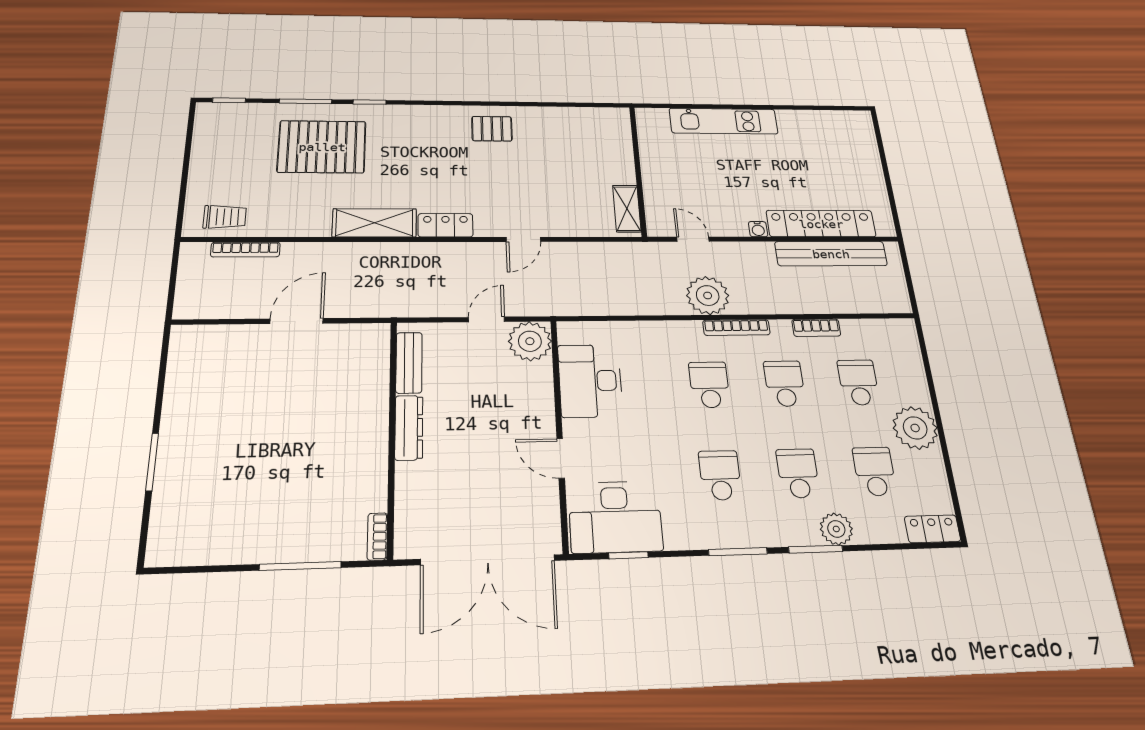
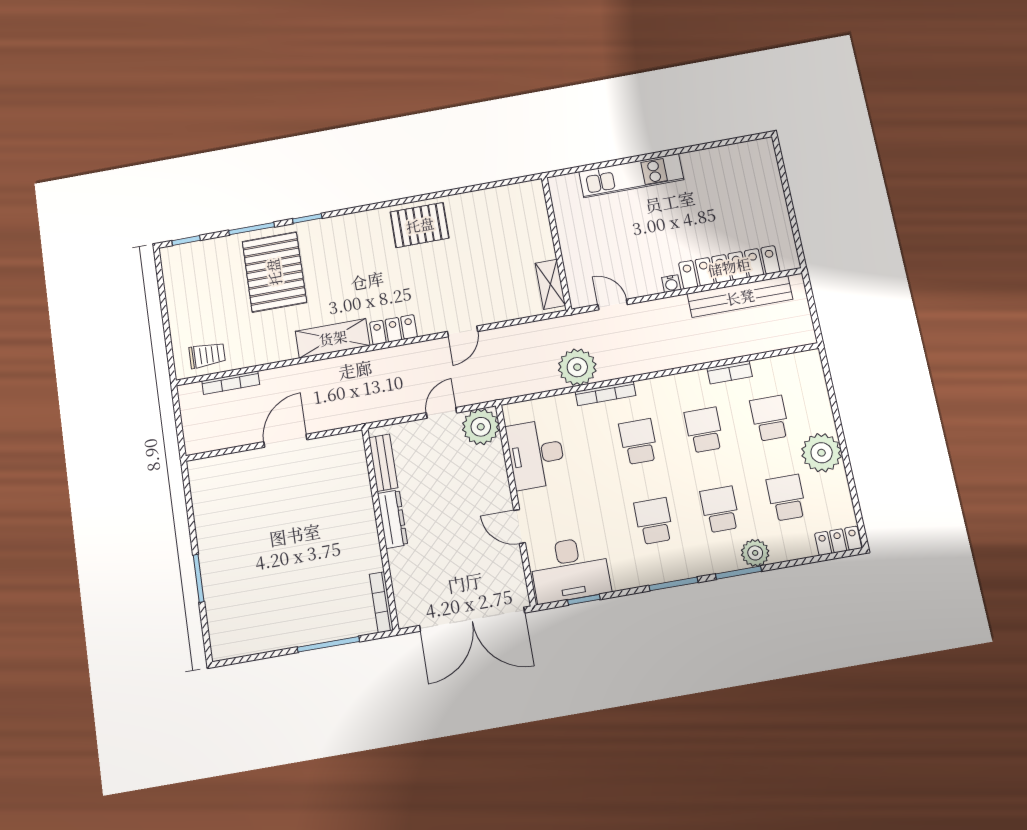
pallet: (492, 129) -> (420, 225), width x1.50, depth x1.42
pallet: (322, 147) -> (274, 272), turned 90
plant: (708, 296) -> (577, 367), moved
bookcase: (736, 328) -> (606, 394), moved
bookcase: (377, 536) -> (381, 602), width x1.56

